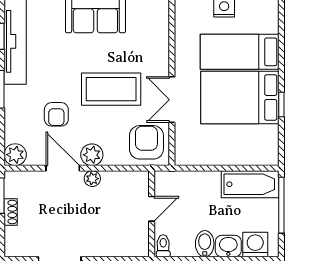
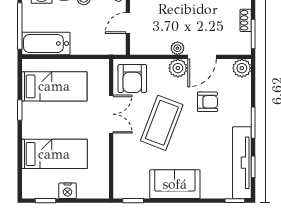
coffee table: (111, 89) -> (162, 123), turned -69
bed: (240, 97) -> (54, 86), moved, width x0.67
armchair: (56, 114) -> (207, 102), turned 90
door: (63, 168) -> (202, 57), hinge flipped

